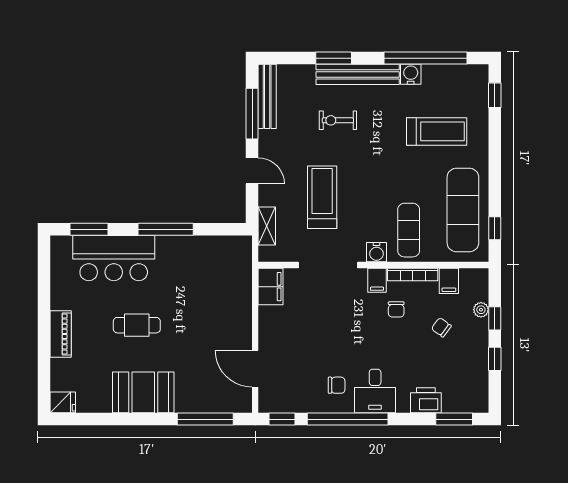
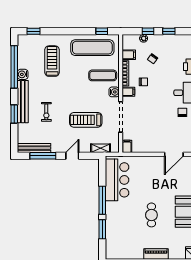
window: (89, 229) -> (102, 229), moved
bar counter: (114, 258) -> (117, 180), moved
filing cabinet: (270, 287) -> (127, 146), width x0.50

